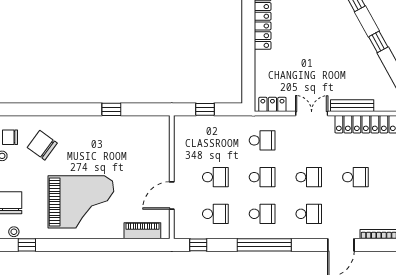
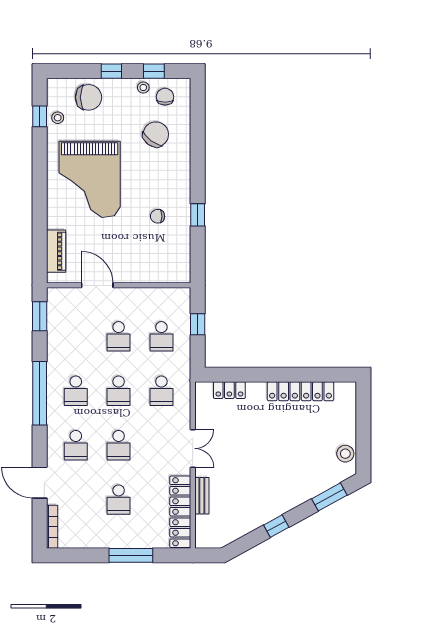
locker: (272, 104) -> (229, 390), moved, turned 90
bench: (352, 106) -> (202, 496), width x0.73
chair: (112, 144) -> (158, 216), added
school desk: (215, 214) -> (161, 336), moved
stool: (14, 232) -> (58, 118), moved
window: (198, 245) -> (40, 316), width x1.50

